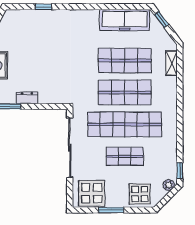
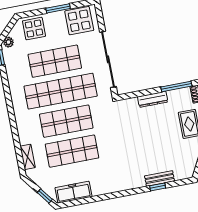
bench: (40, 15) -> (160, 178), added
freezer: (125, 20) -> (73, 192), width x0.73, depth x0.79
dresser: (27, 98) -> (153, 99), width x1.44
shop shelf: (125, 156) -> (55, 61), width x1.43, depth x1.36

